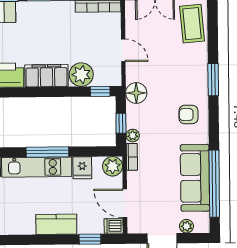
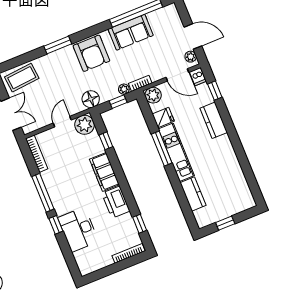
plant: (81, 75) -> (85, 125), moved
window: (100, 91) -> (106, 141), moved
armchair: (188, 114) -> (91, 53), width x1.88, depth x1.88
sofa: (195, 178) -> (131, 32), width x0.73
door: (125, 203) -> (177, 75), hinge flipped
plant: (187, 226) -> (191, 57), moved

